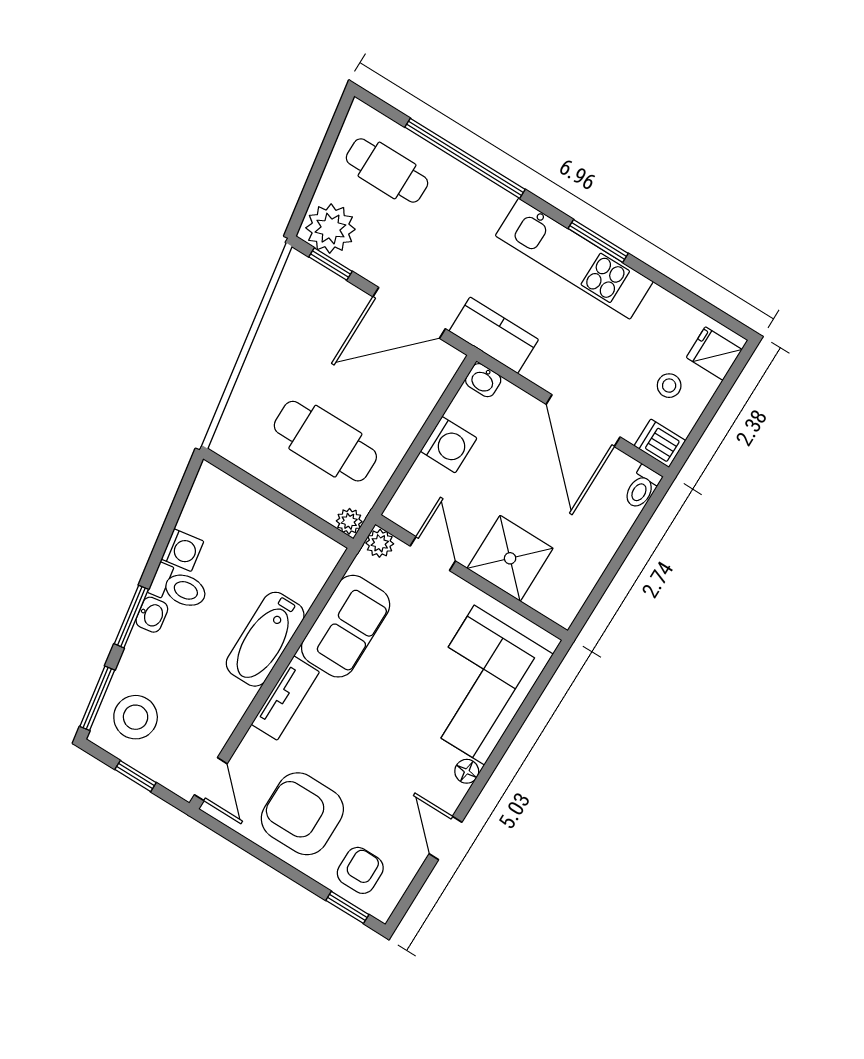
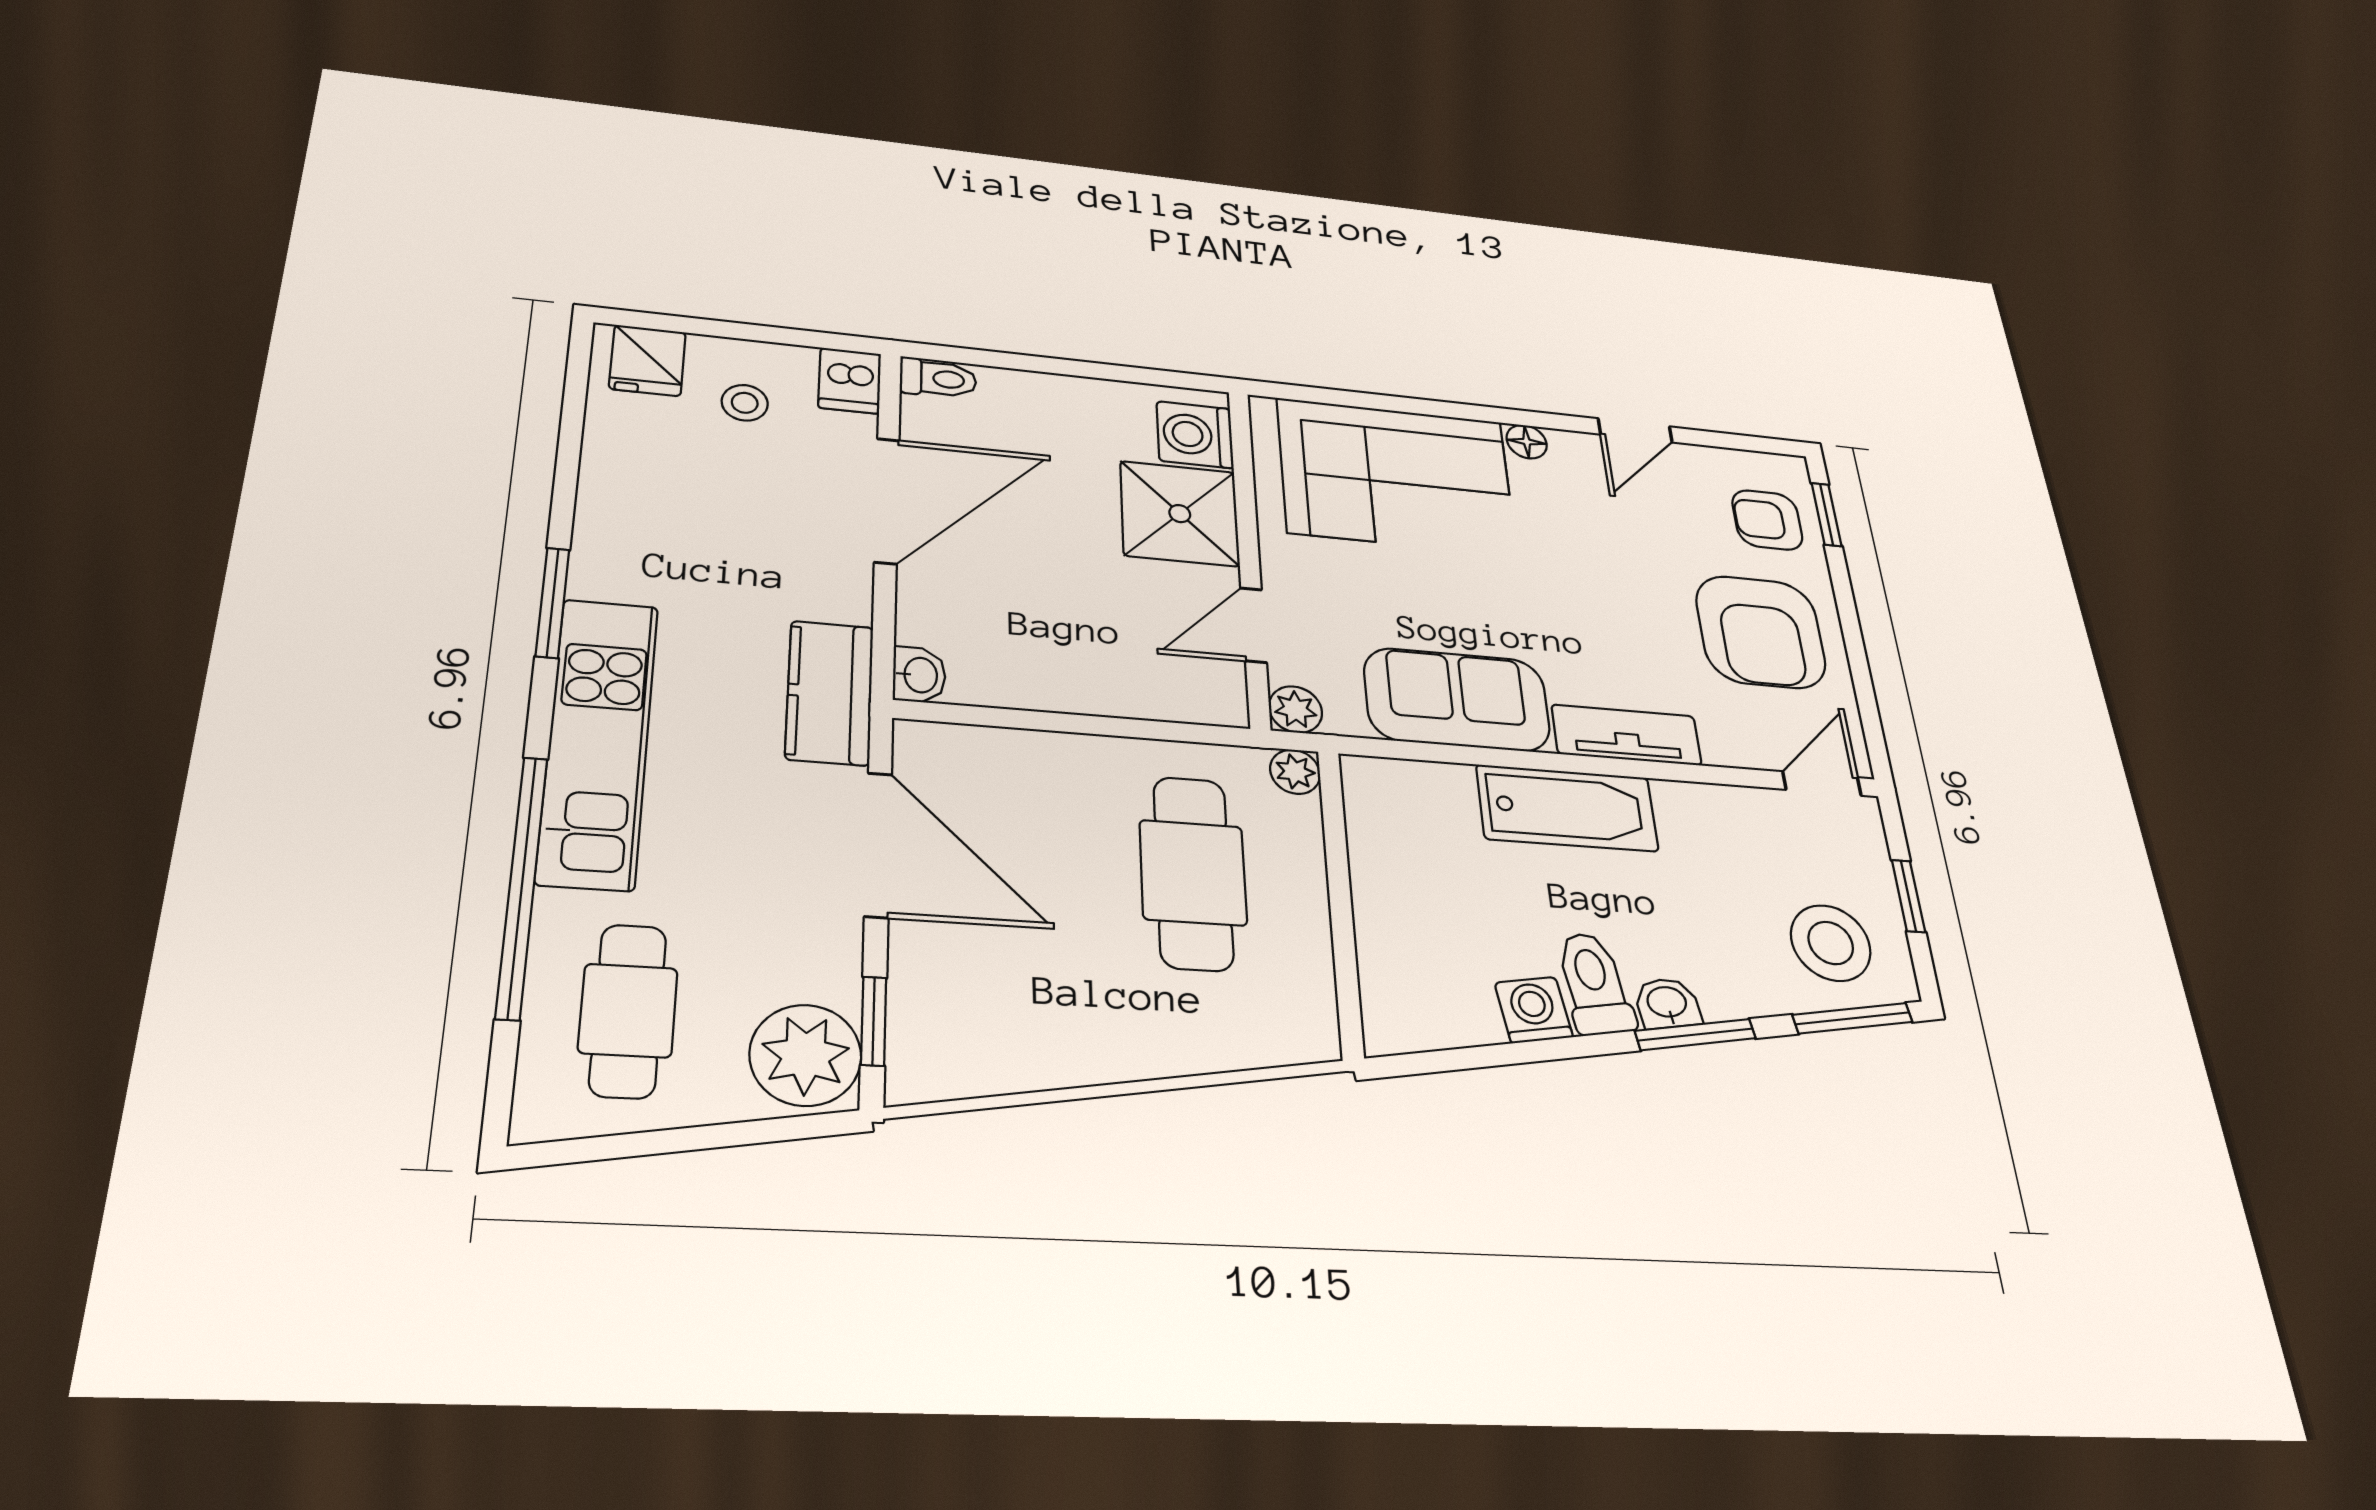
kitchen unit: (574, 259) -> (598, 741), moved
washing machine: (449, 445) -> (1195, 435), moved, turned -90

